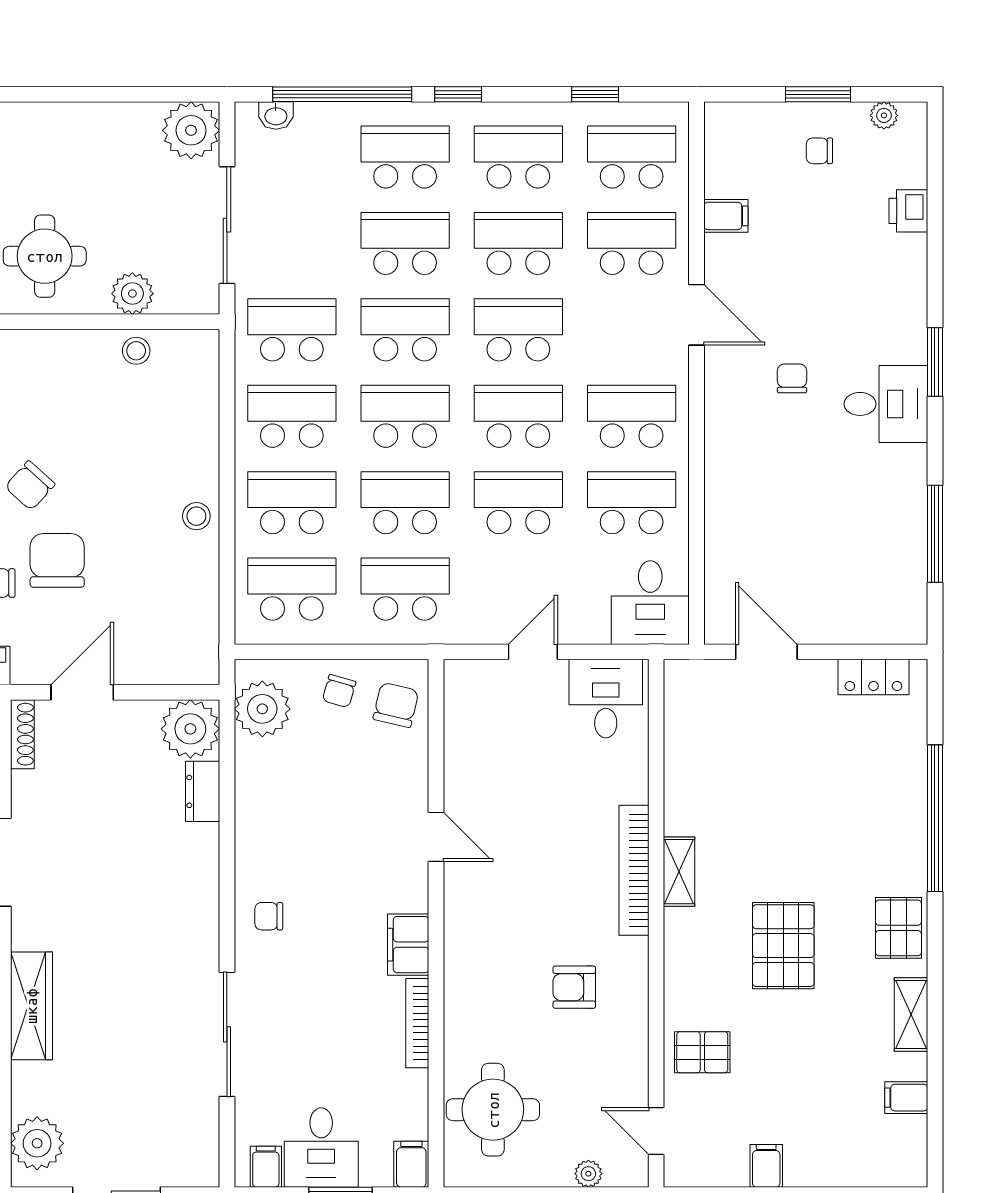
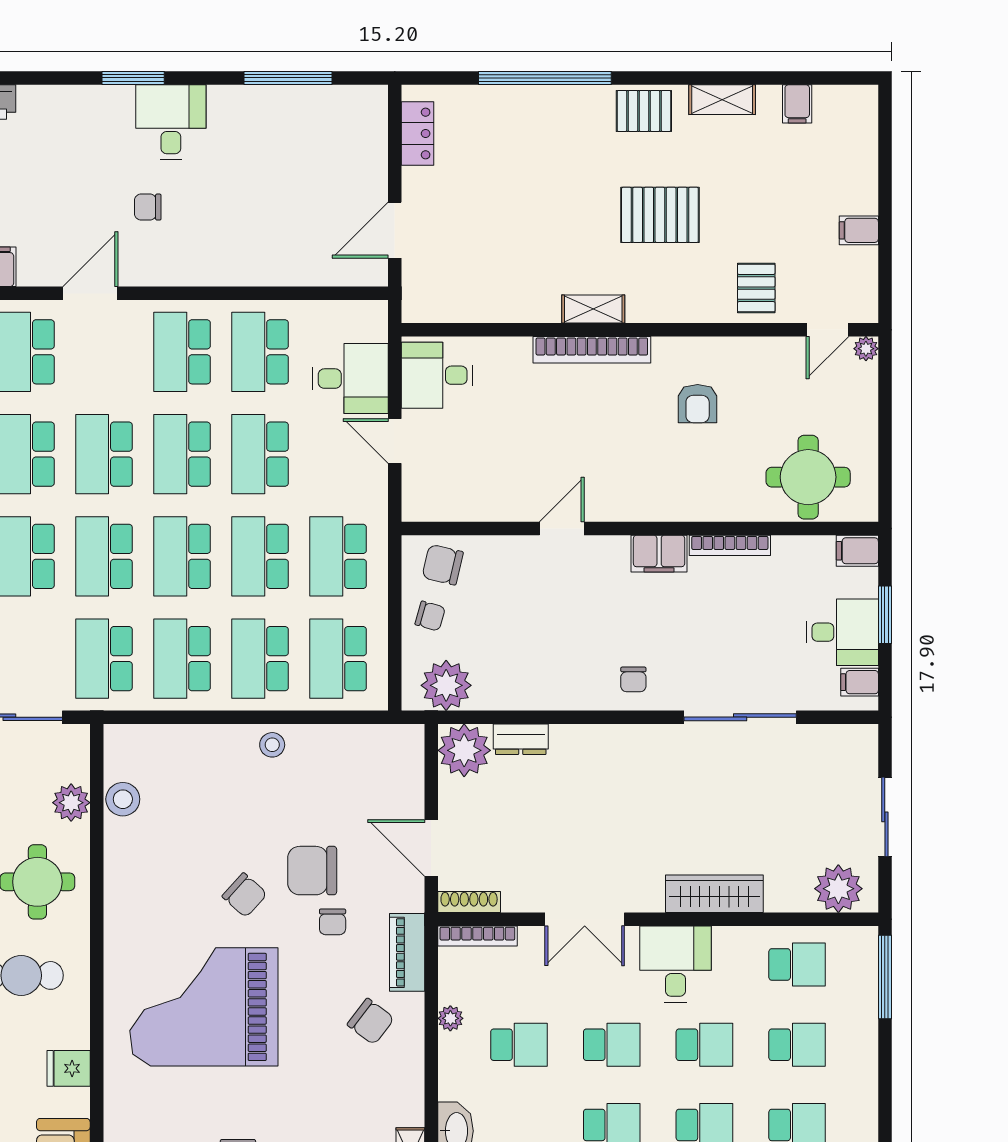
stool: (136, 351) -> (123, 799), width x1.37, depth x1.37
desk: (650, 603) -> (350, 379), moved
plant: (588, 1174) -> (866, 349), moved

